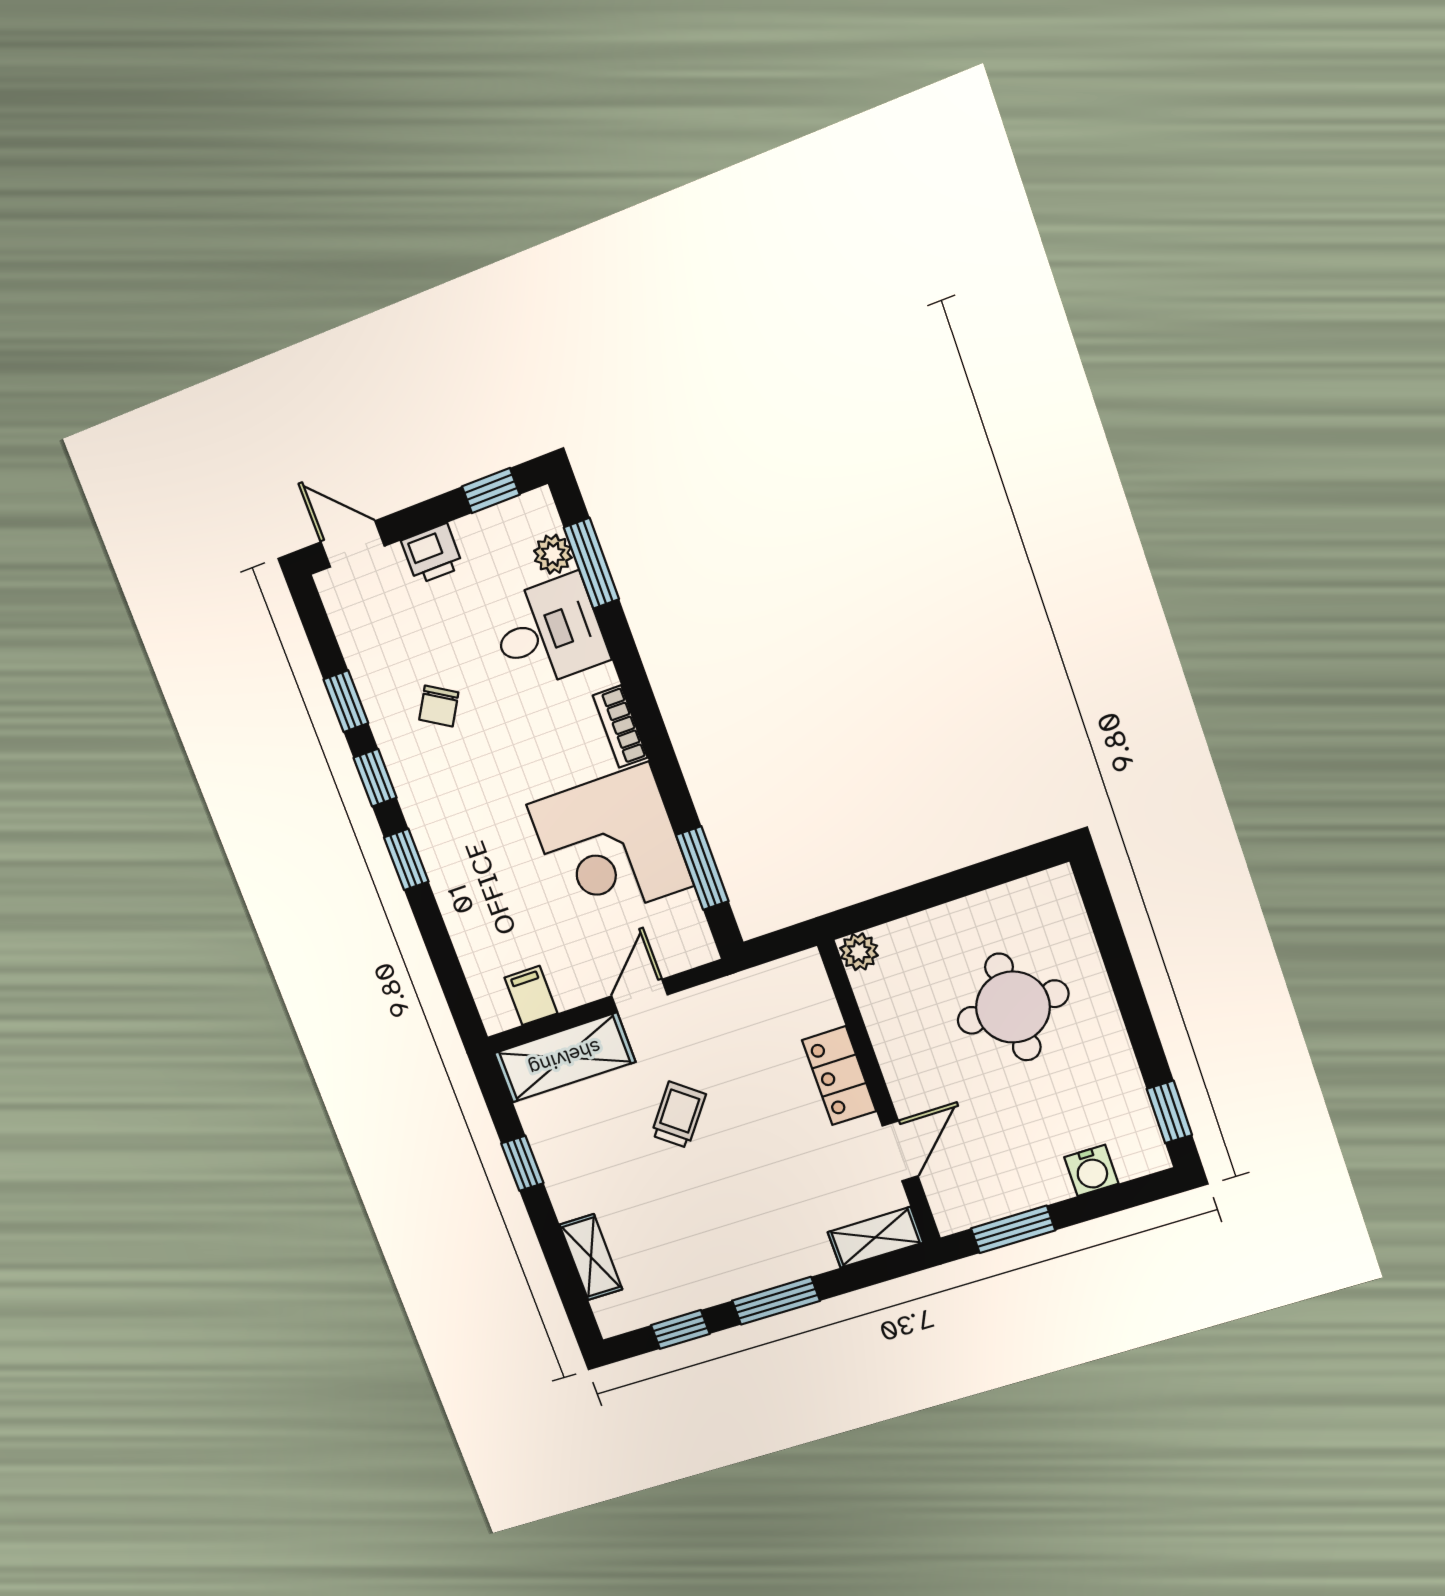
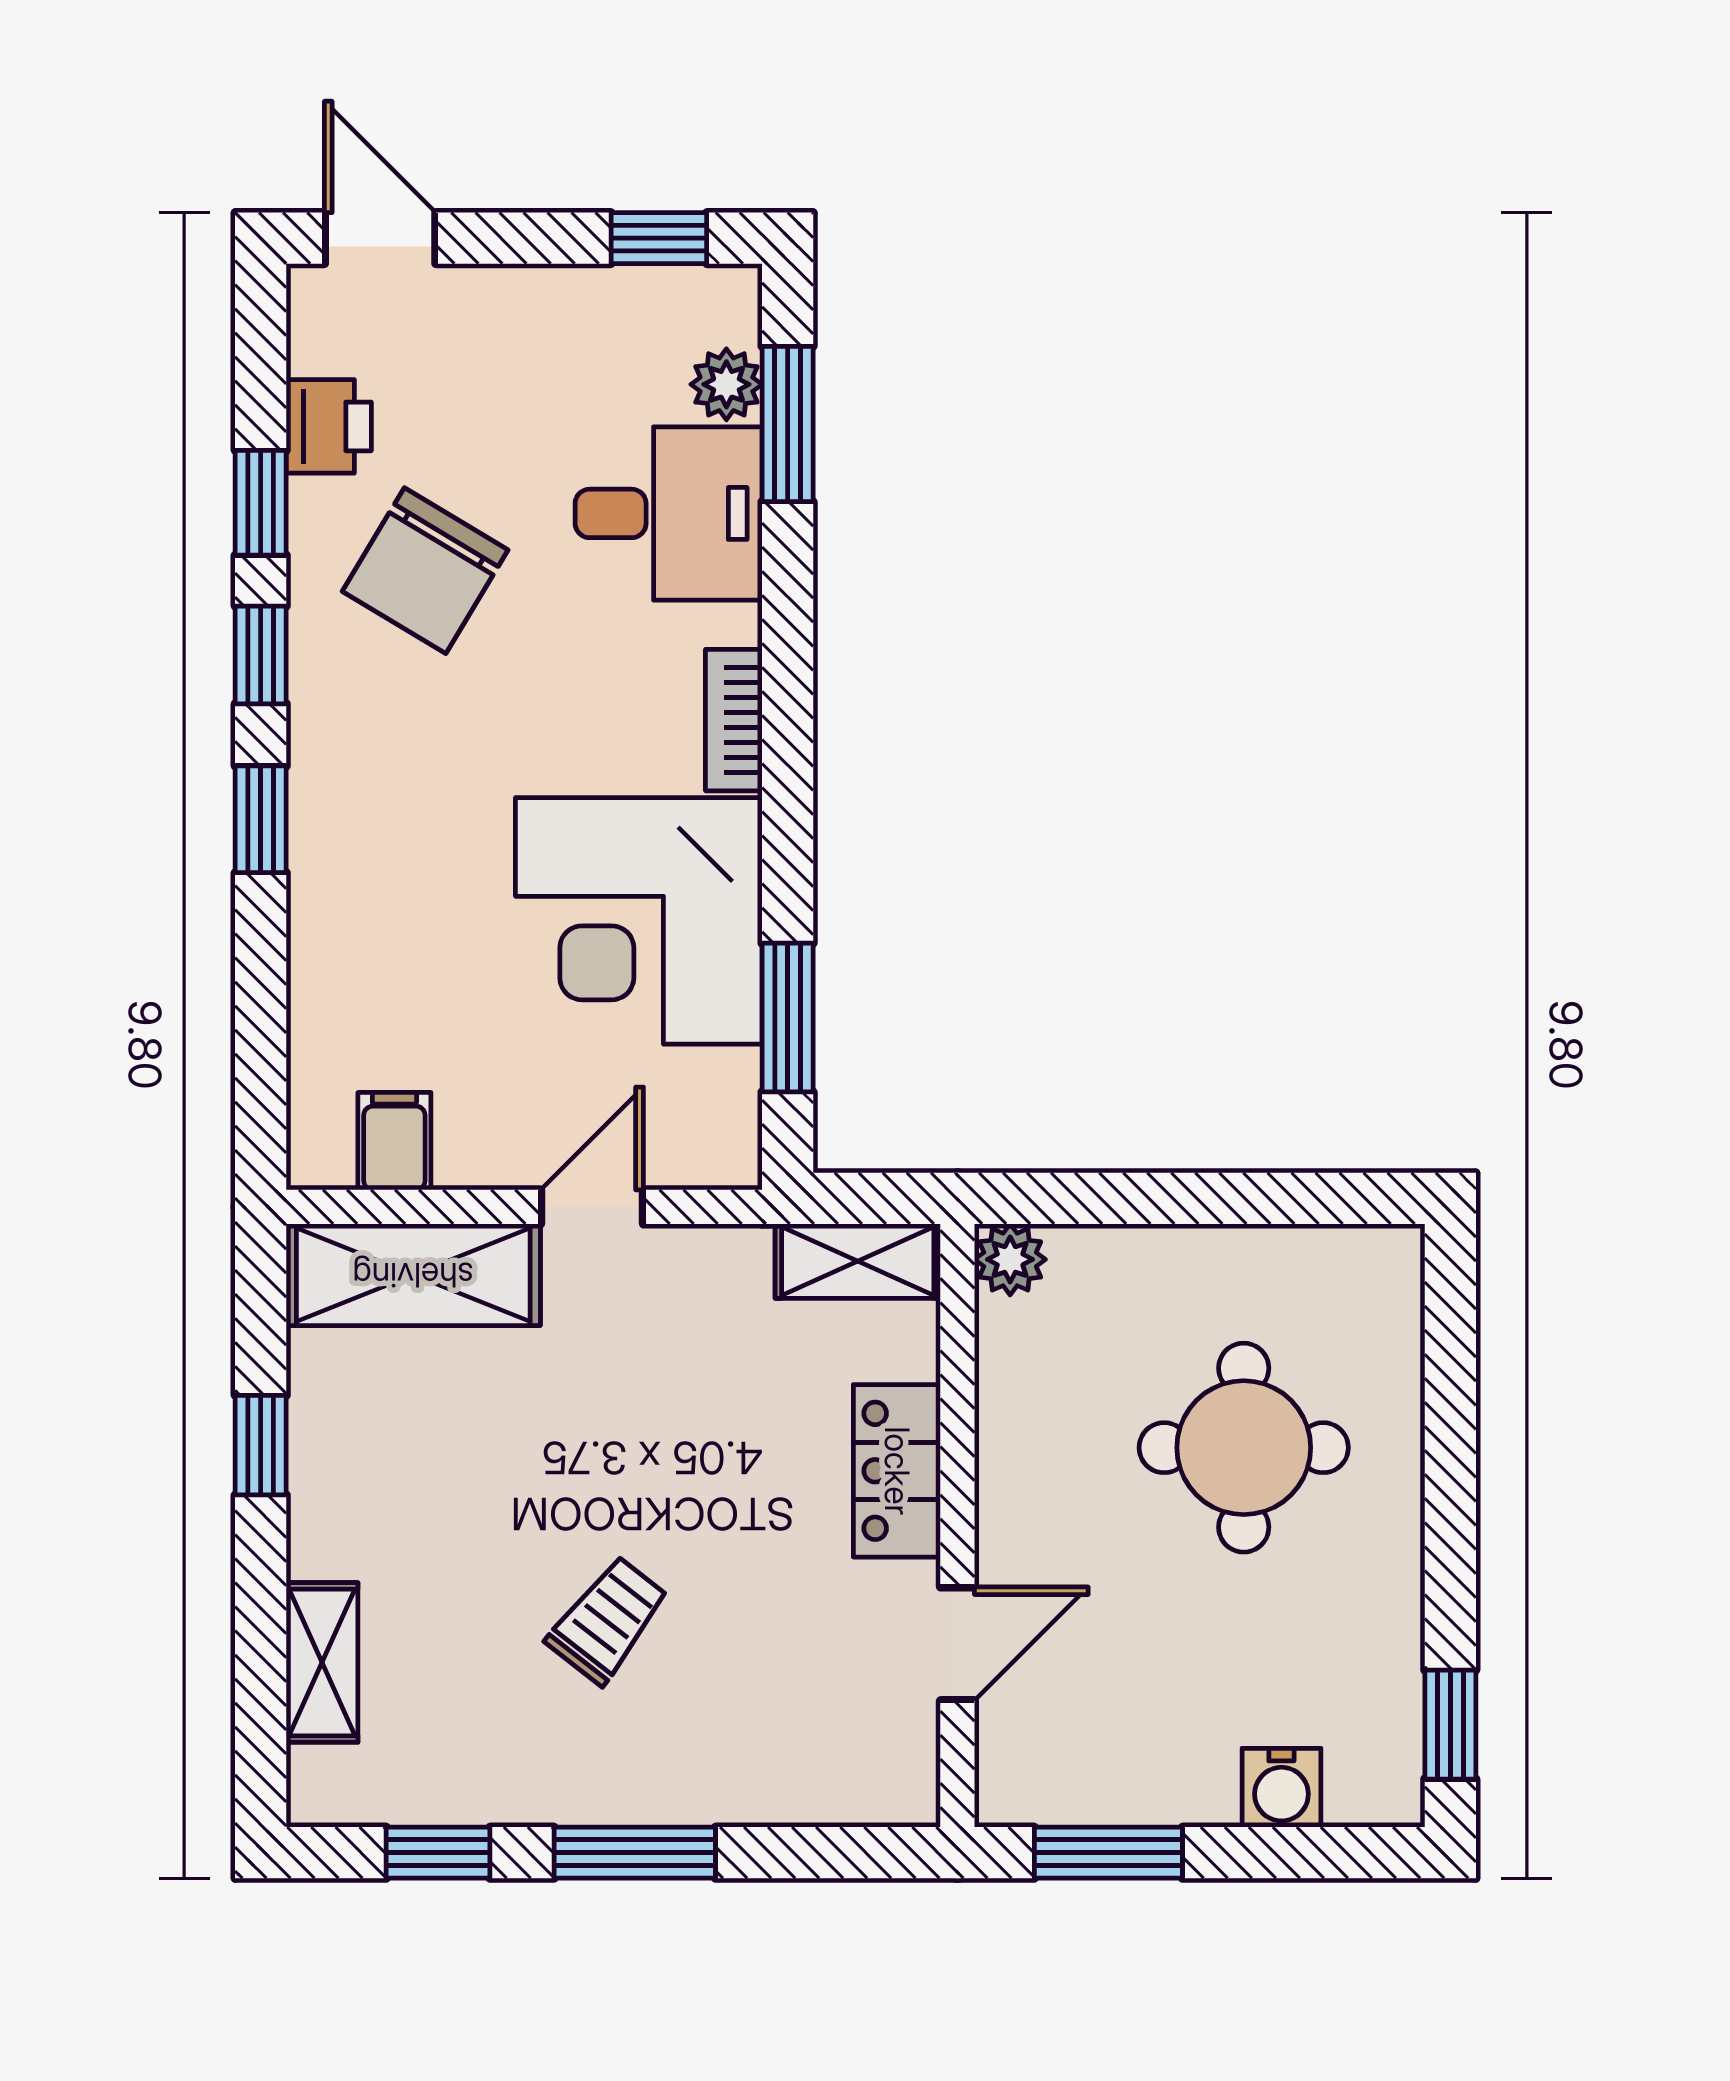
printer: (432, 554) -> (329, 426), moved, turned -90
chair: (439, 706) -> (425, 571), width x1.87, depth x1.87
trolley: (678, 1115) -> (608, 1620), moved
shelving: (875, 1237) -> (858, 1261), moved

